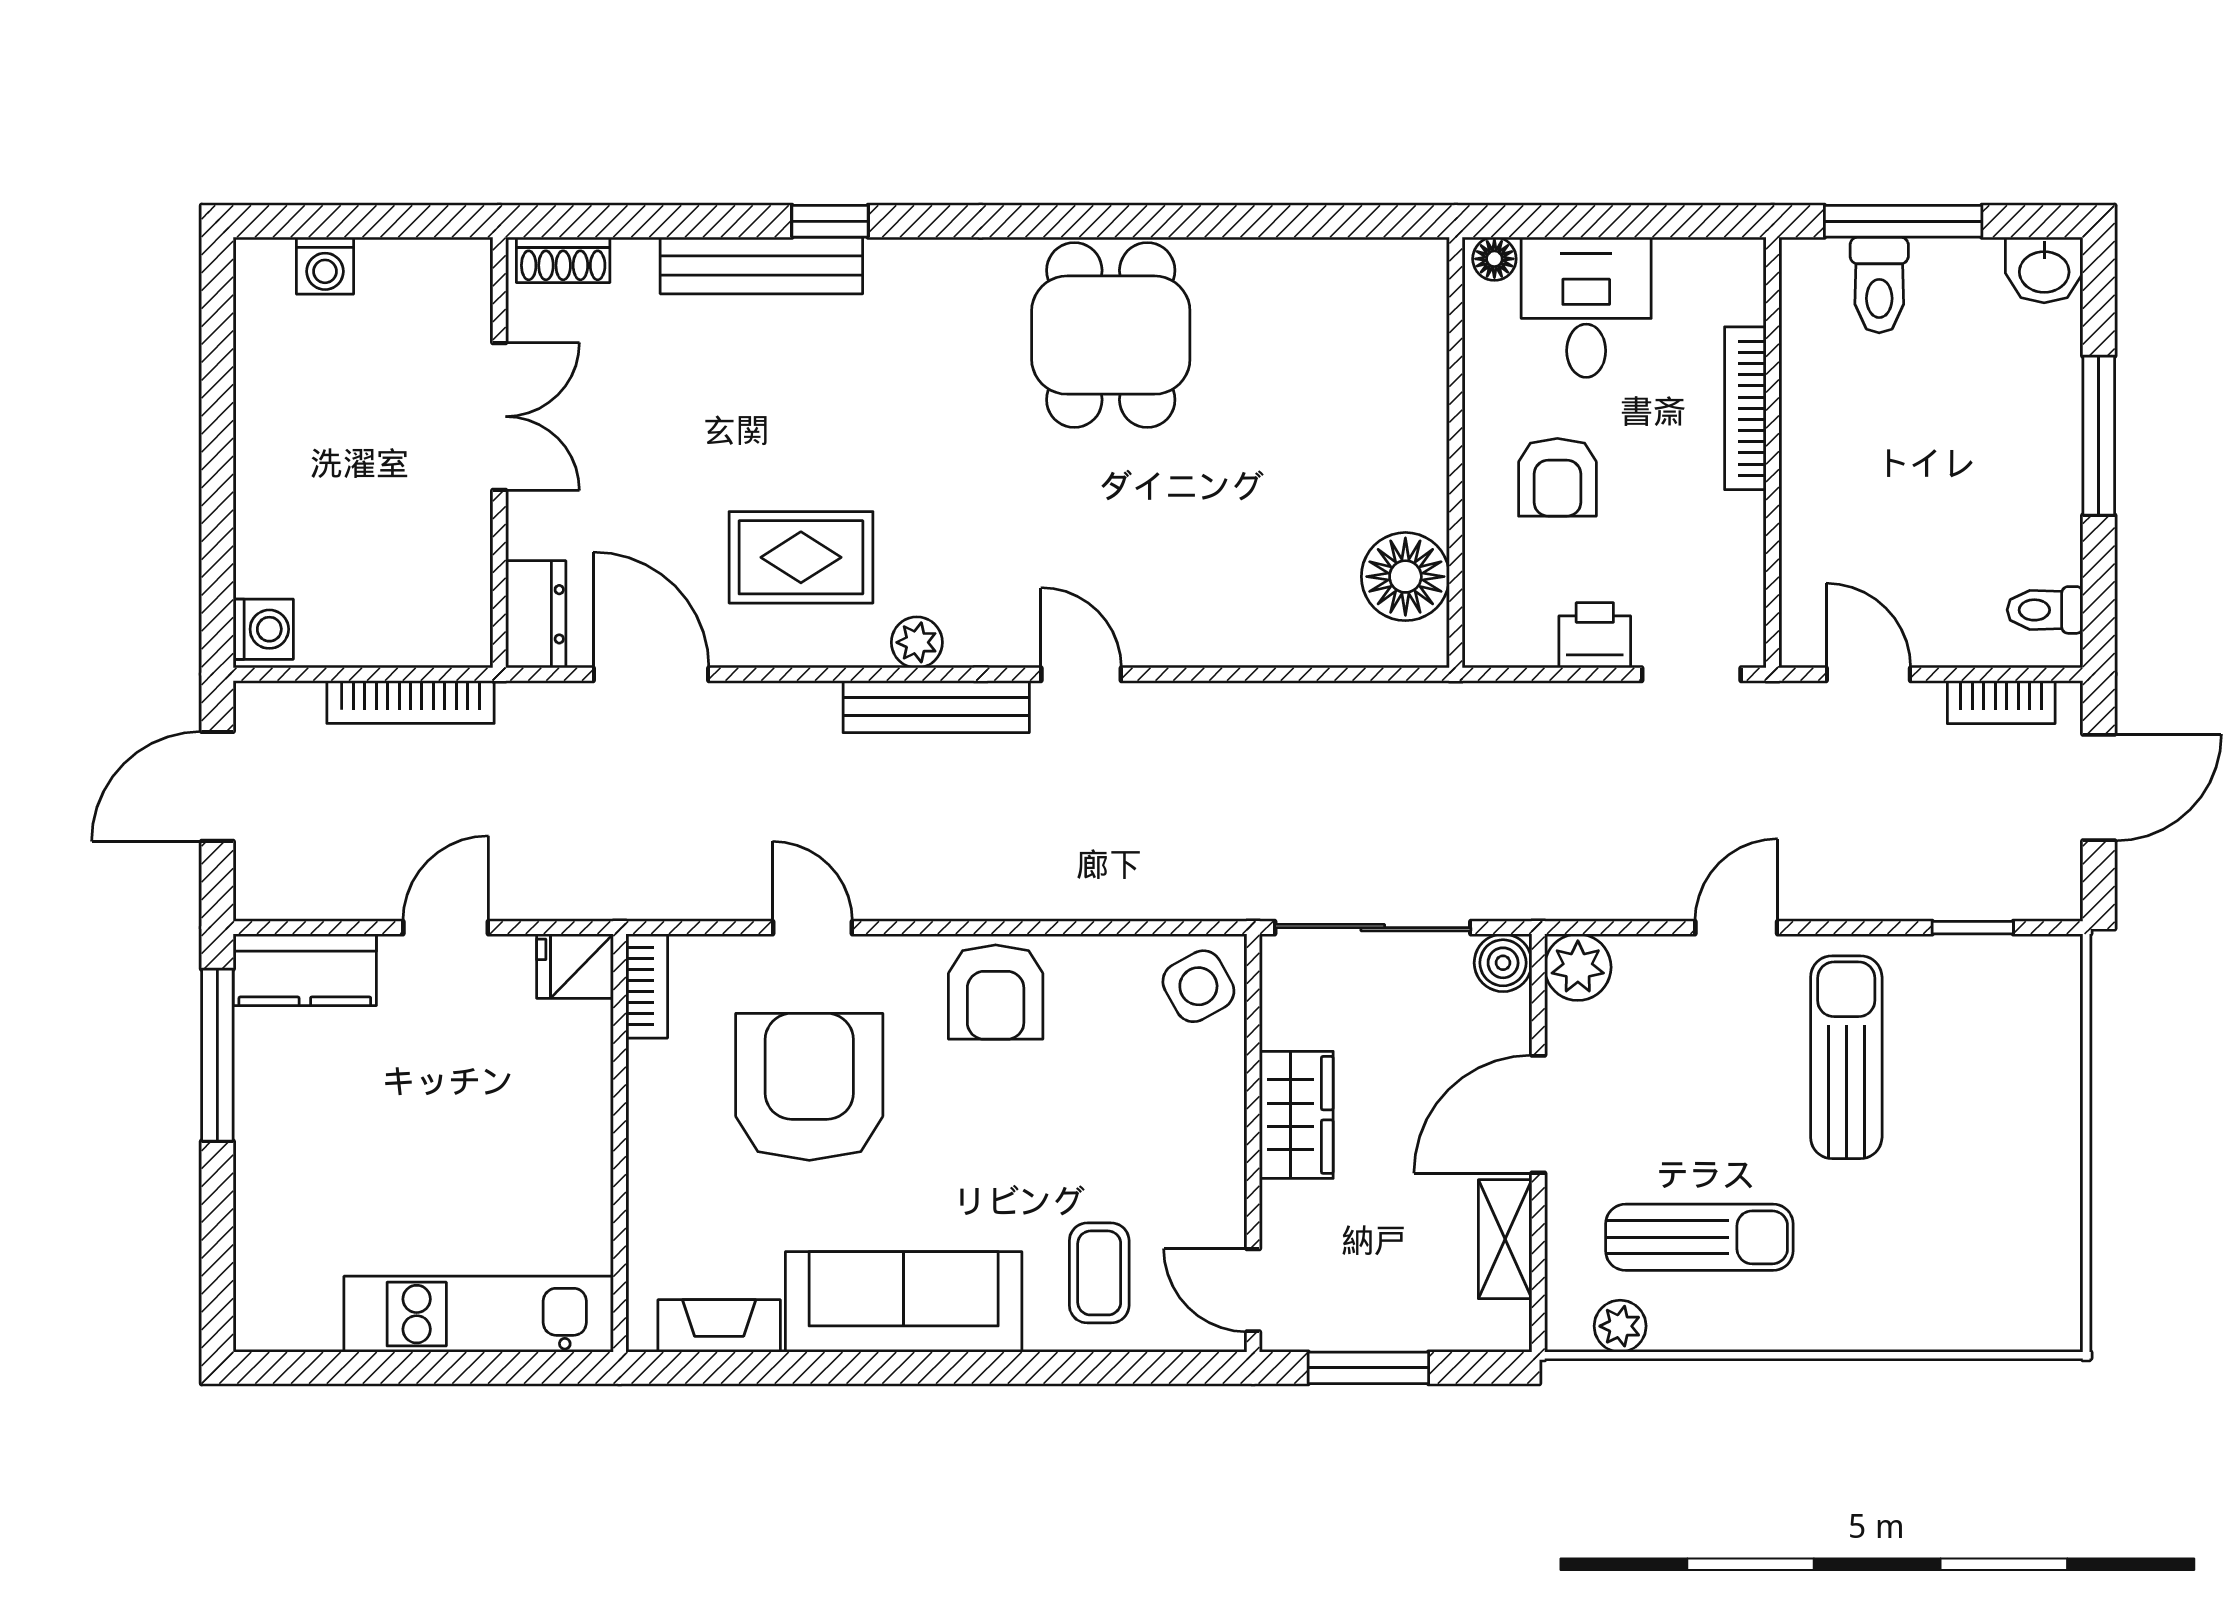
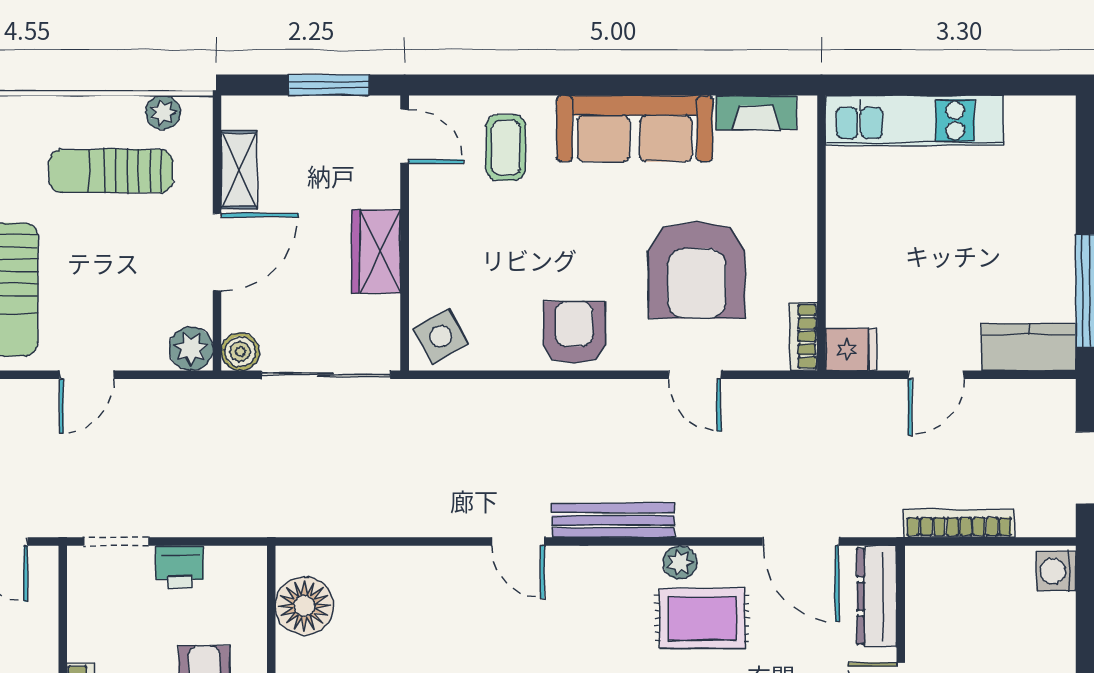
dresser: (536, 614) -> (877, 596), width x1.44
plant: (917, 642) -> (680, 562), moved

